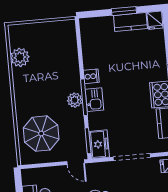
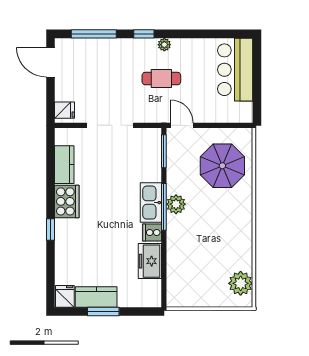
plant: (20, 57) -> (241, 283), moved
kitchen sink: (94, 100) -> (151, 203), width x1.38
freezer: (99, 144) -> (150, 261), moved

